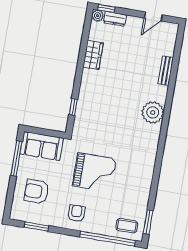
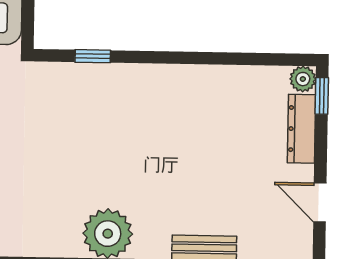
dresser: (115, 19) -> (302, 129), width x1.44
wardrobe: (93, 55) -> (215, 82), removed

